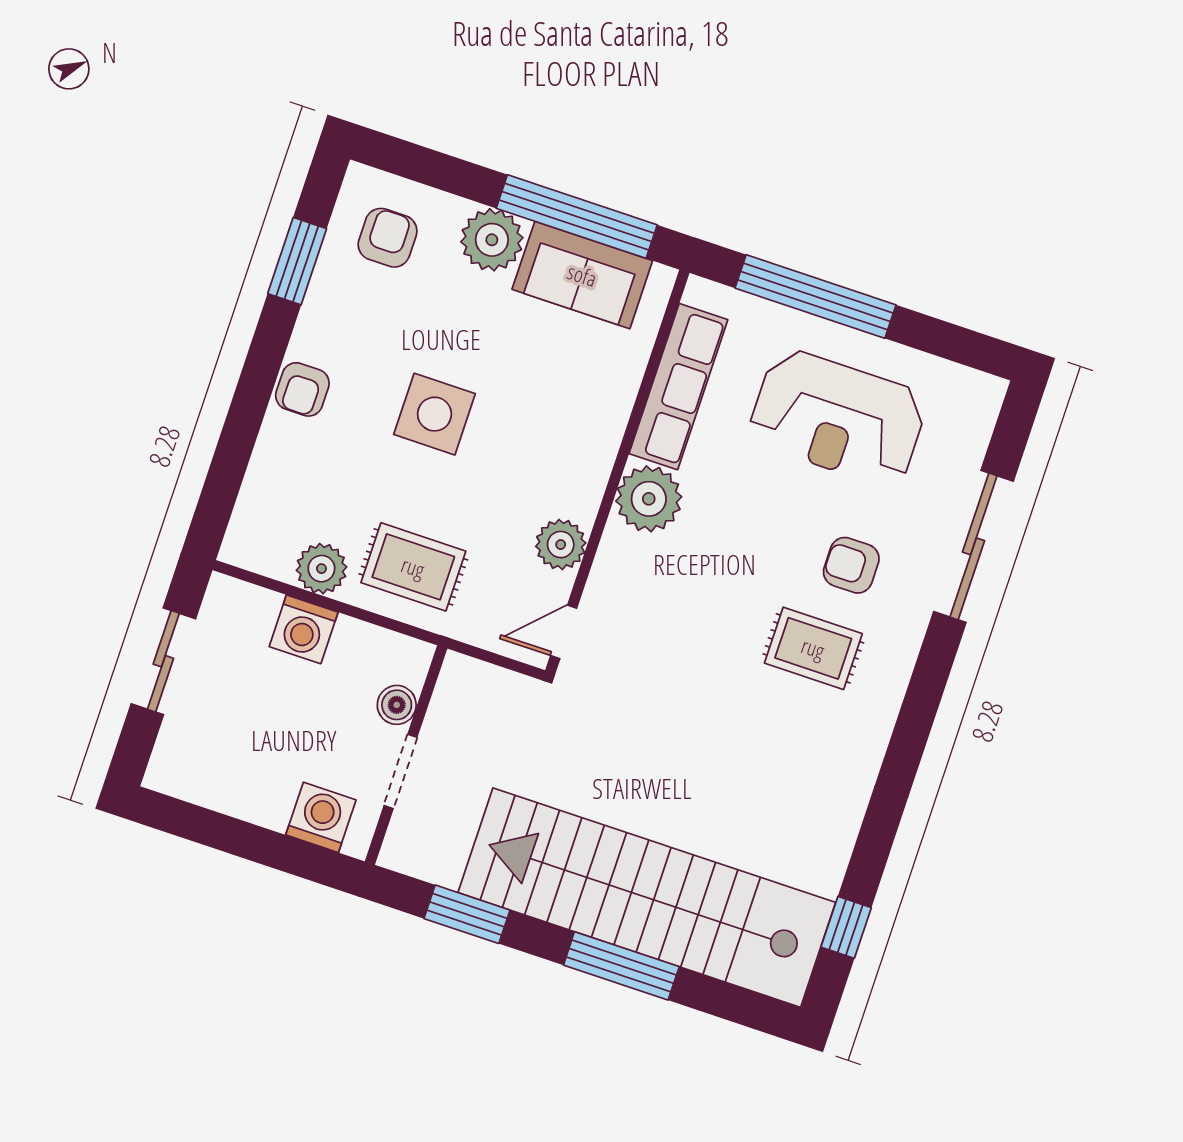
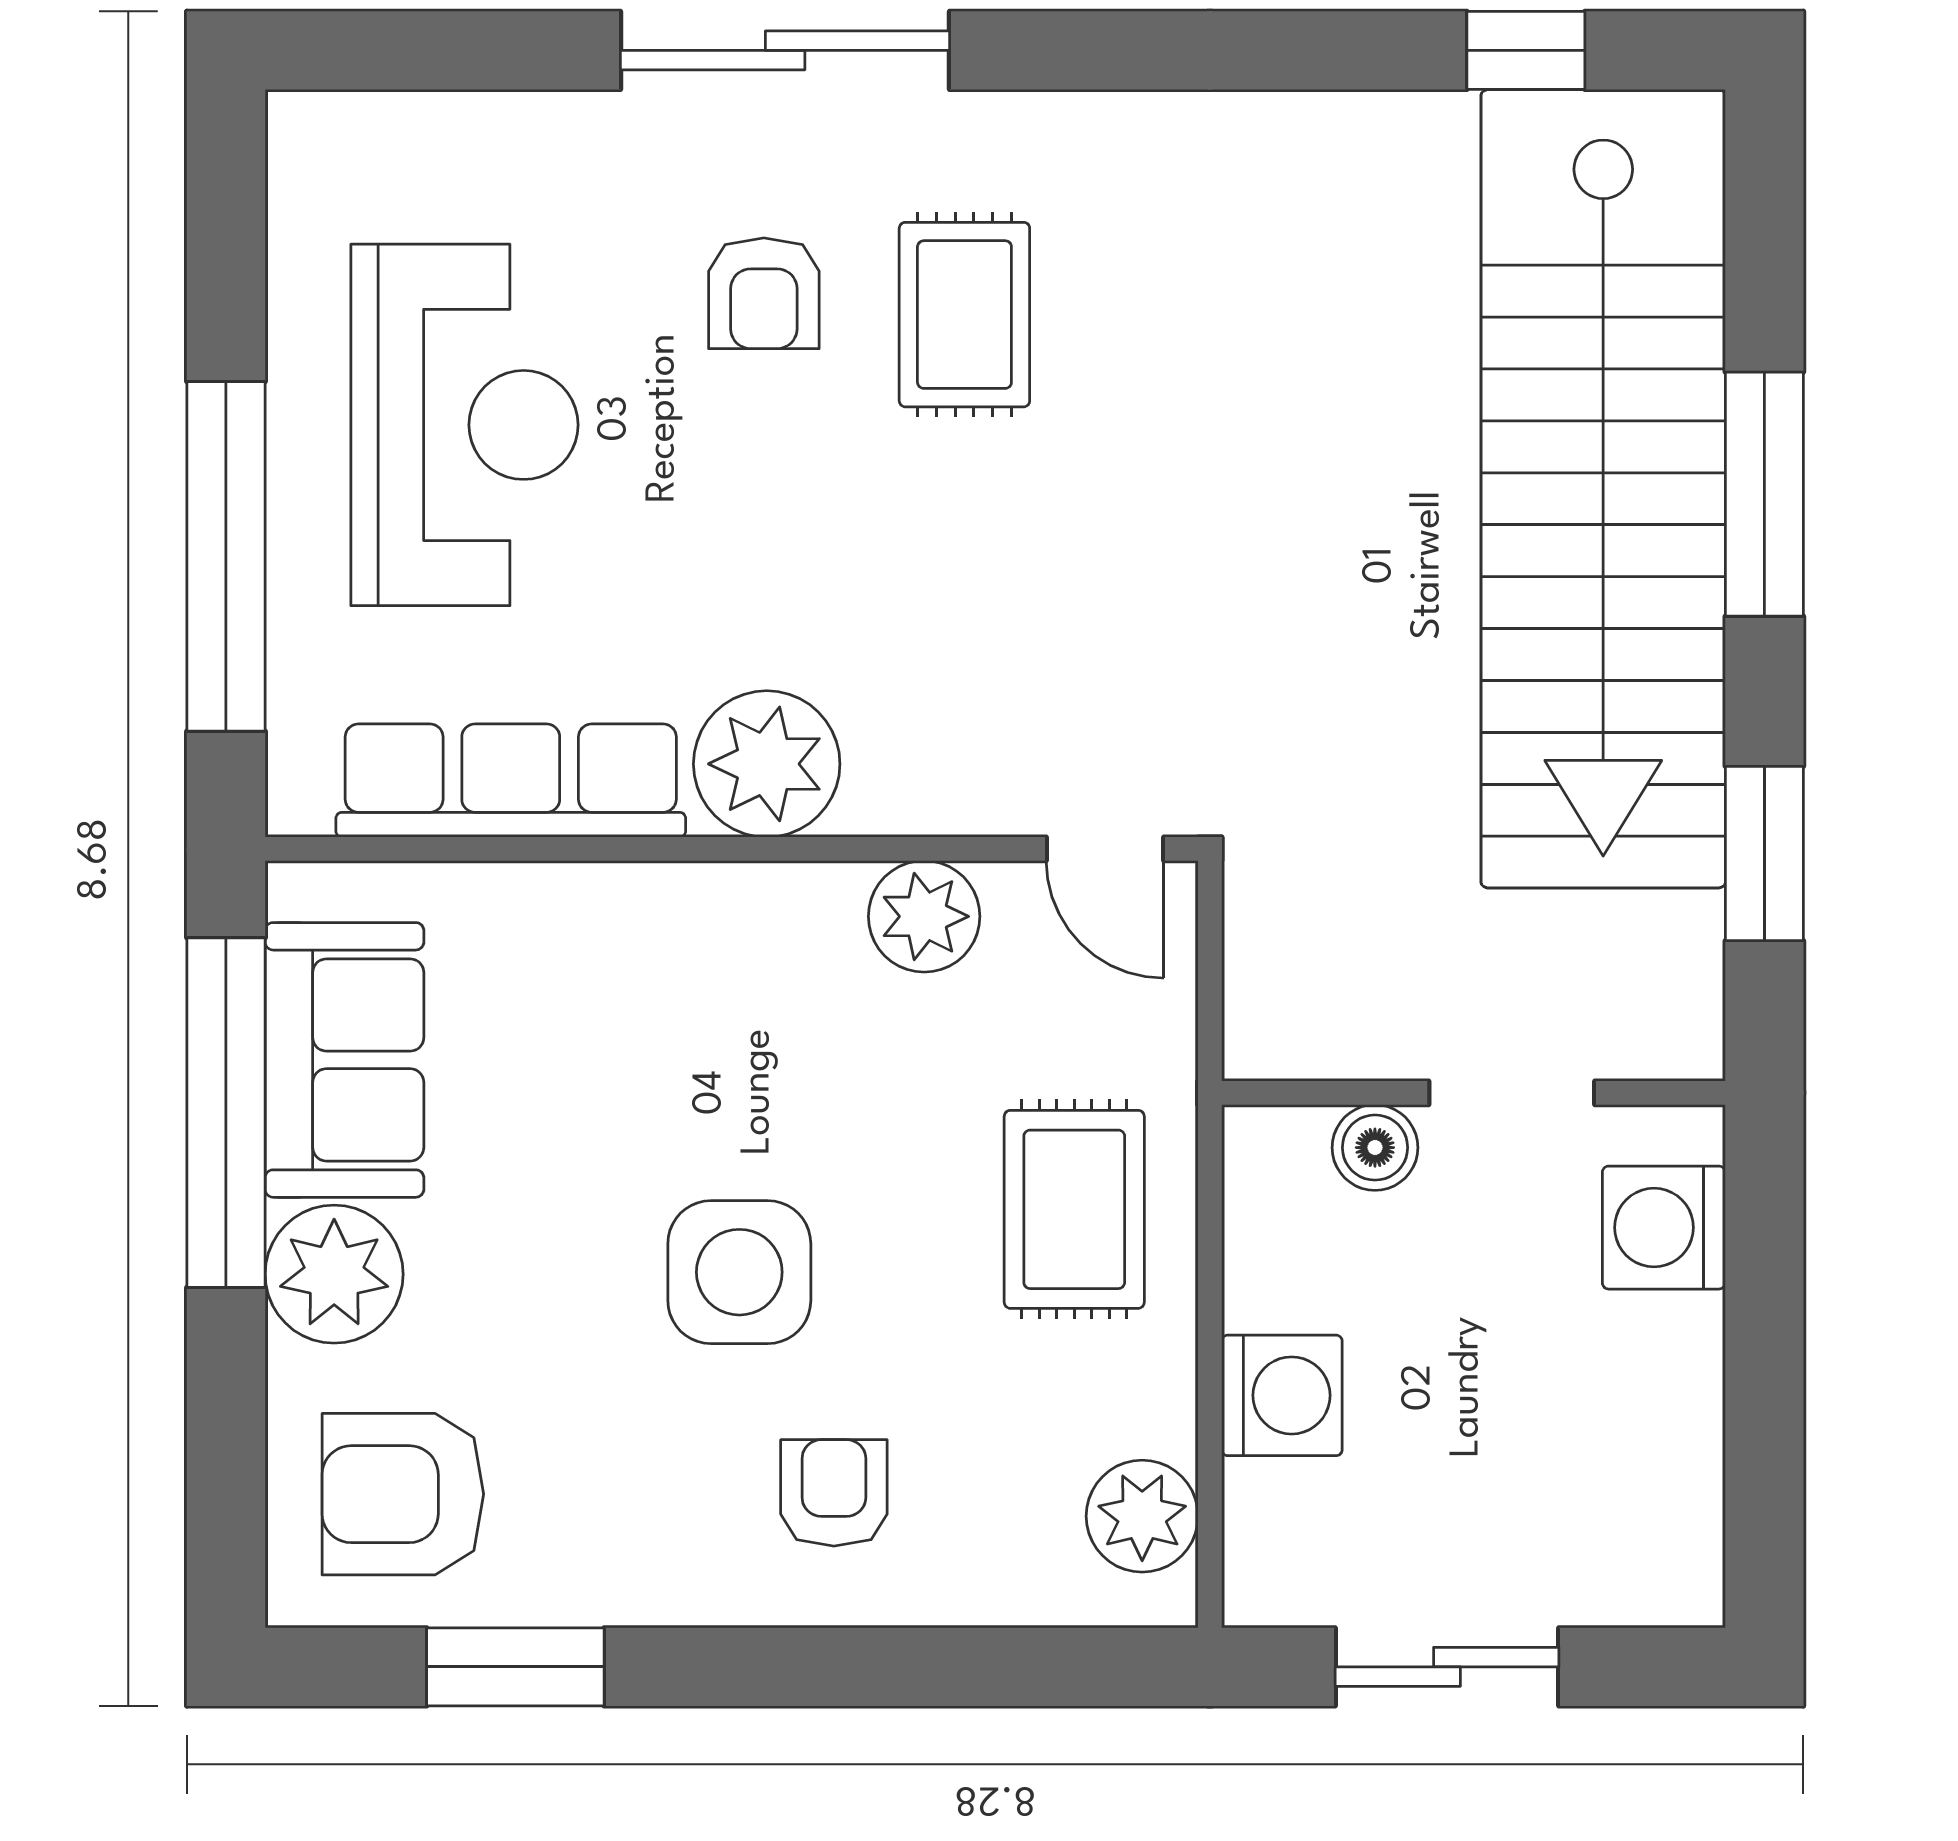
armchair: (388, 238) -> (403, 1494), width x1.38, depth x1.38
armchair: (302, 389) -> (834, 1493), moved, turned -90
sliding door: (973, 546) -> (785, 50), moved
plant: (321, 569) -> (1142, 1516), moved

